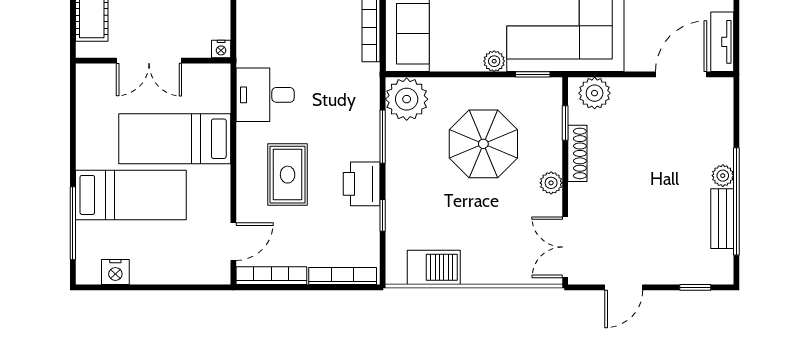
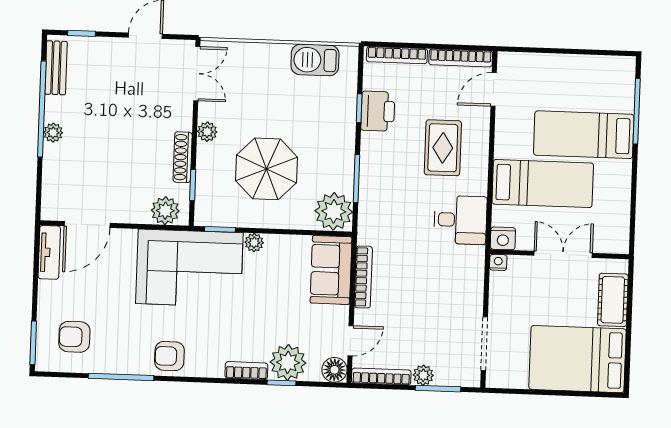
printer: (362, 184) -> (378, 111), moved
bench: (722, 219) -> (56, 68), moved
nightstand: (115, 272) -> (503, 238), moved, turned 180

